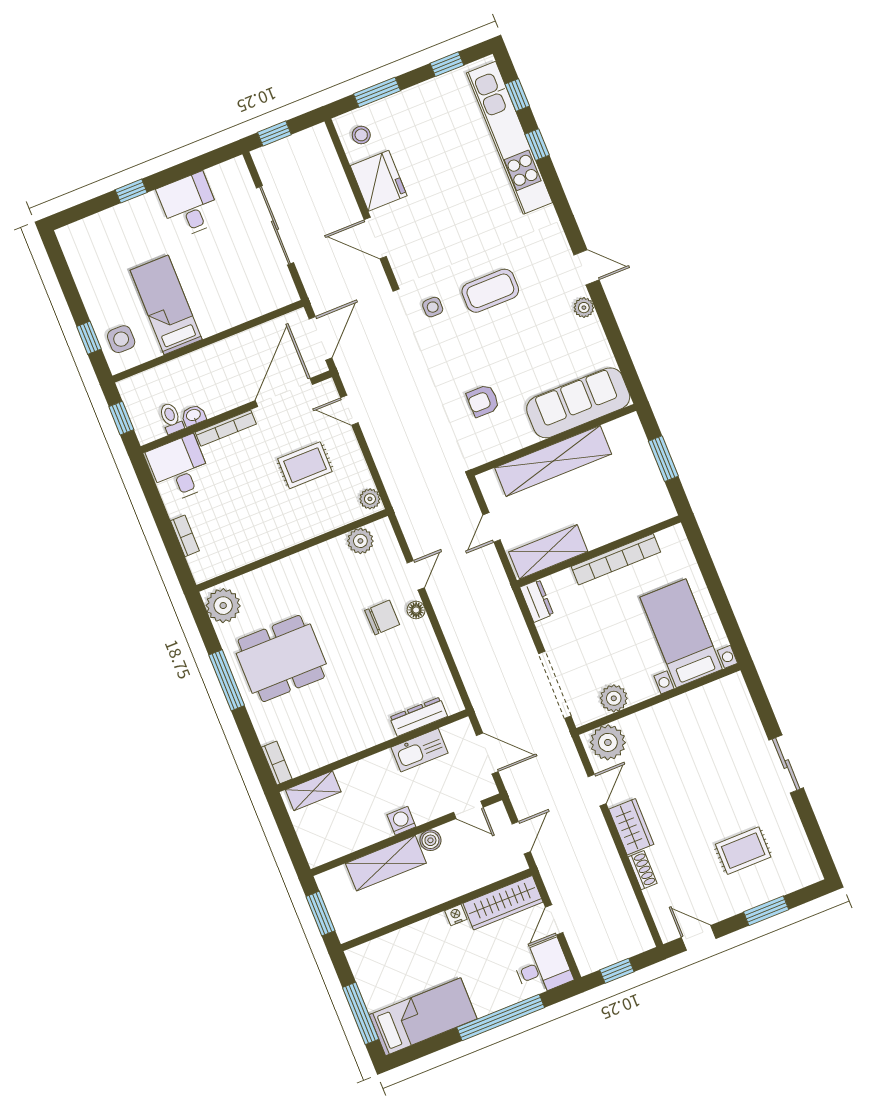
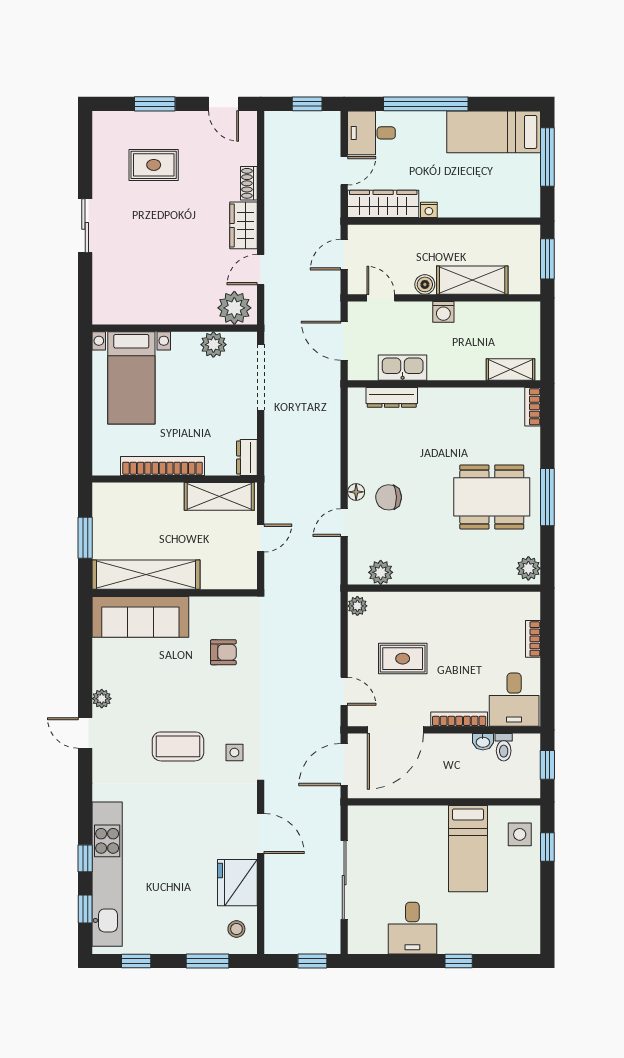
shelving: (553, 461) -> (146, 575), moved
plant: (223, 606) -> (528, 568), width x0.73, depth x0.73

